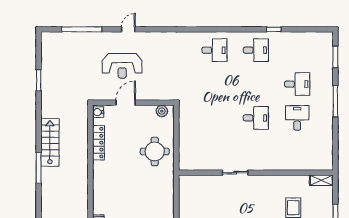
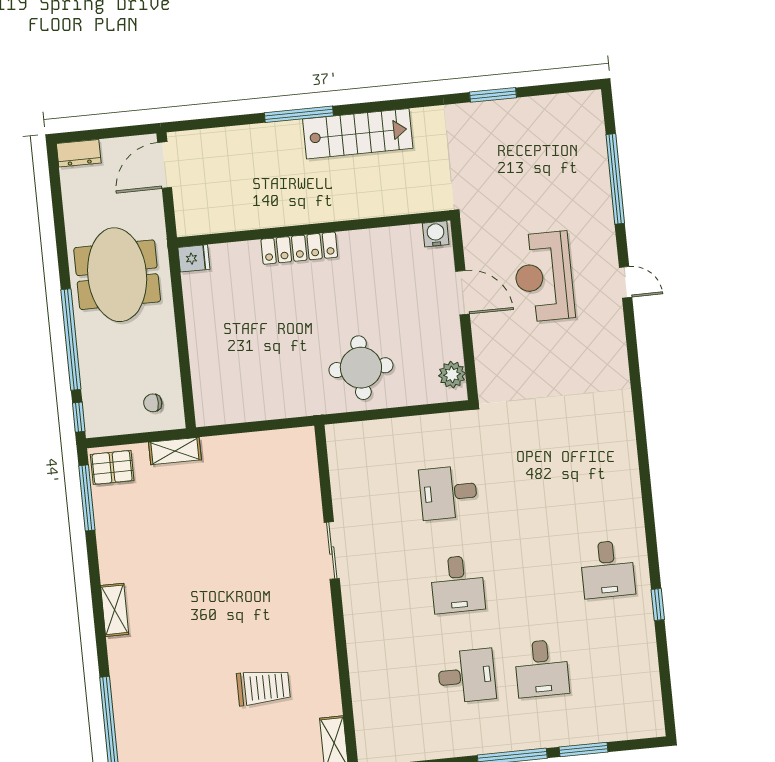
desk: (214, 50) -> (448, 493), moved, turned 90
window: (335, 57) -> (583, 750), moved
locker: (98, 143) -> (299, 248), moved

